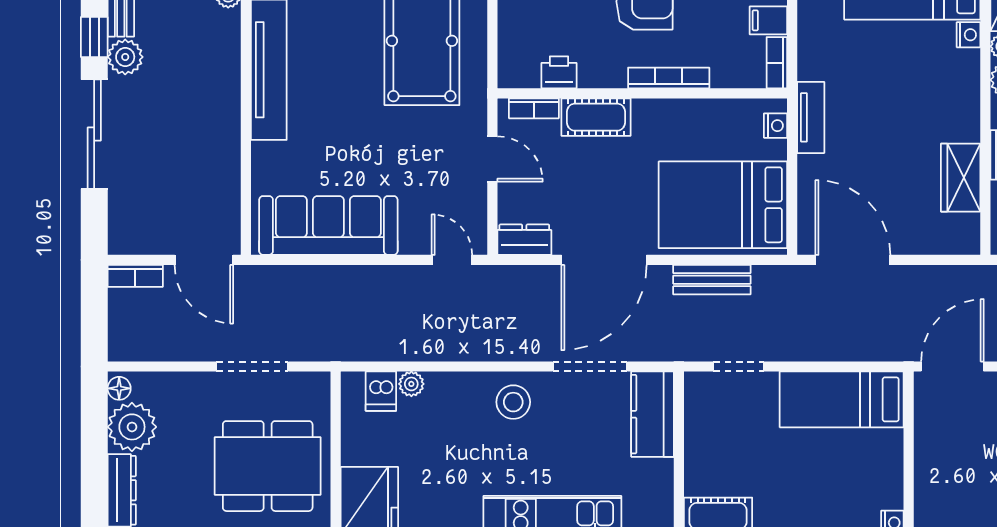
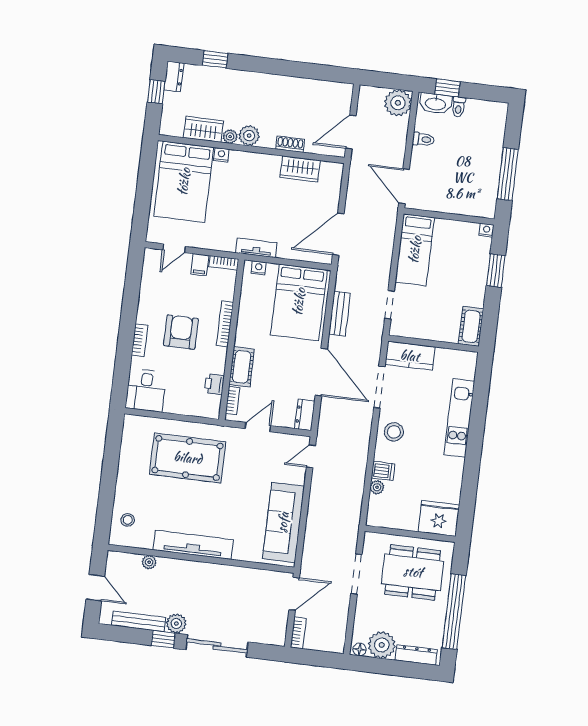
dishwasher: (381, 391) -> (383, 471), moved
dining table: (268, 466) -> (413, 572), turned 90

